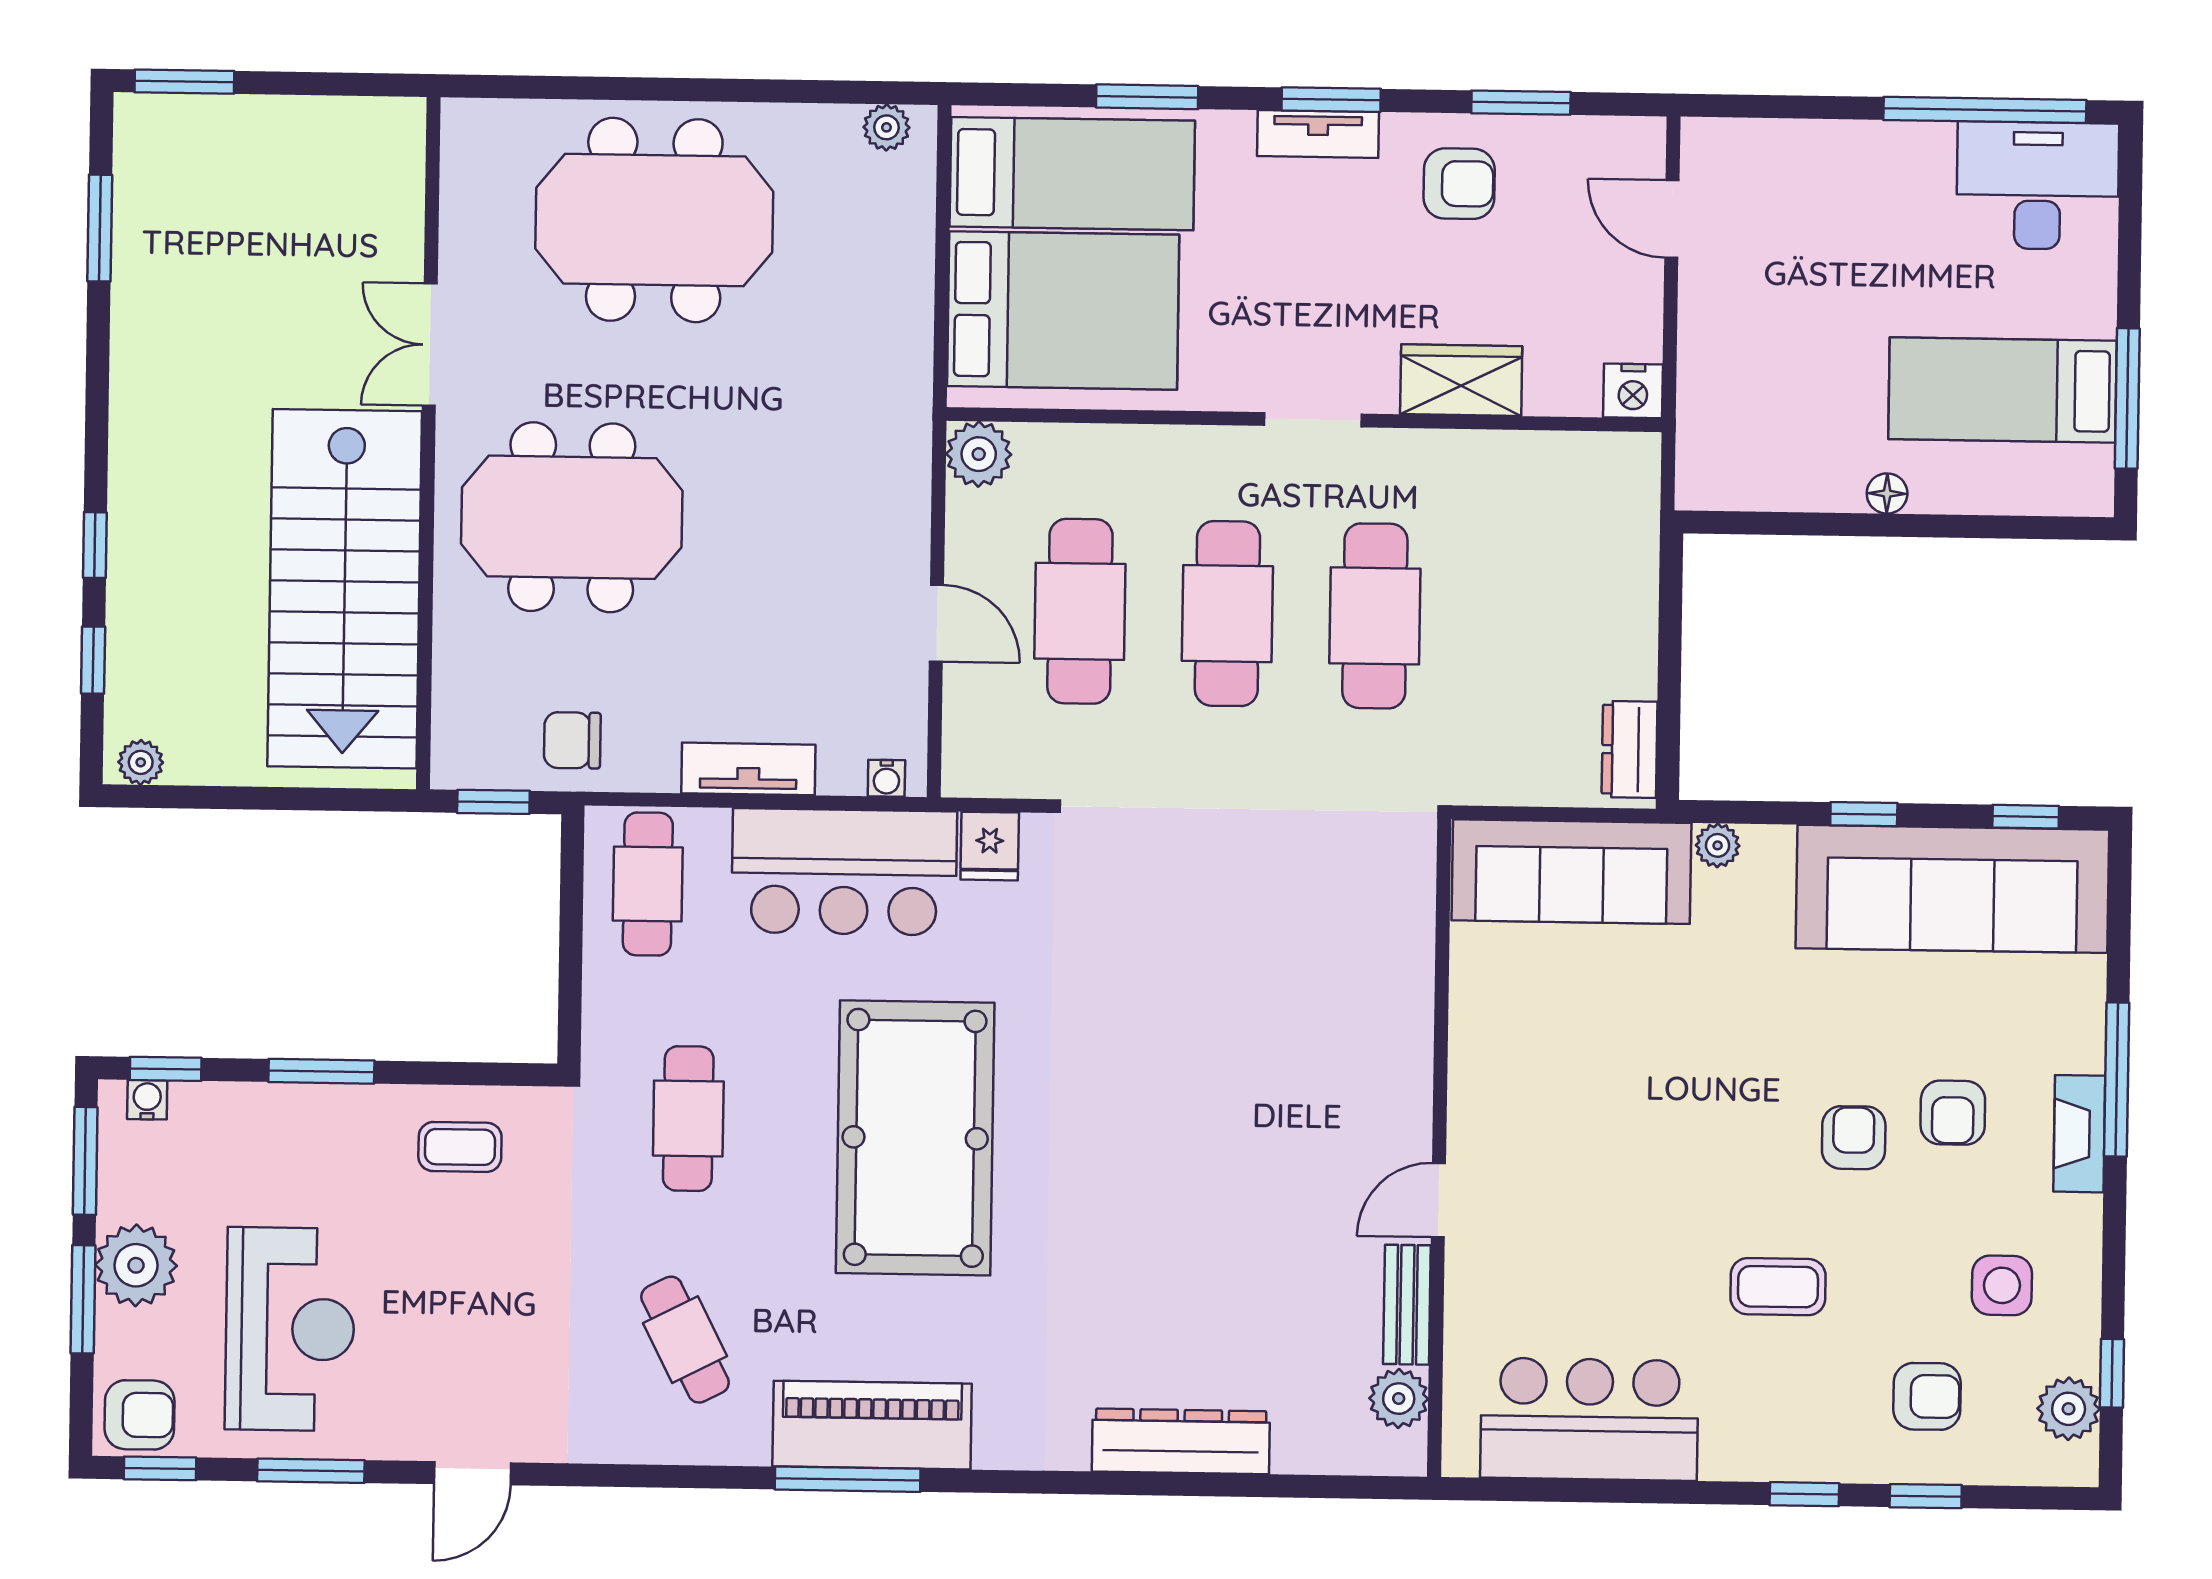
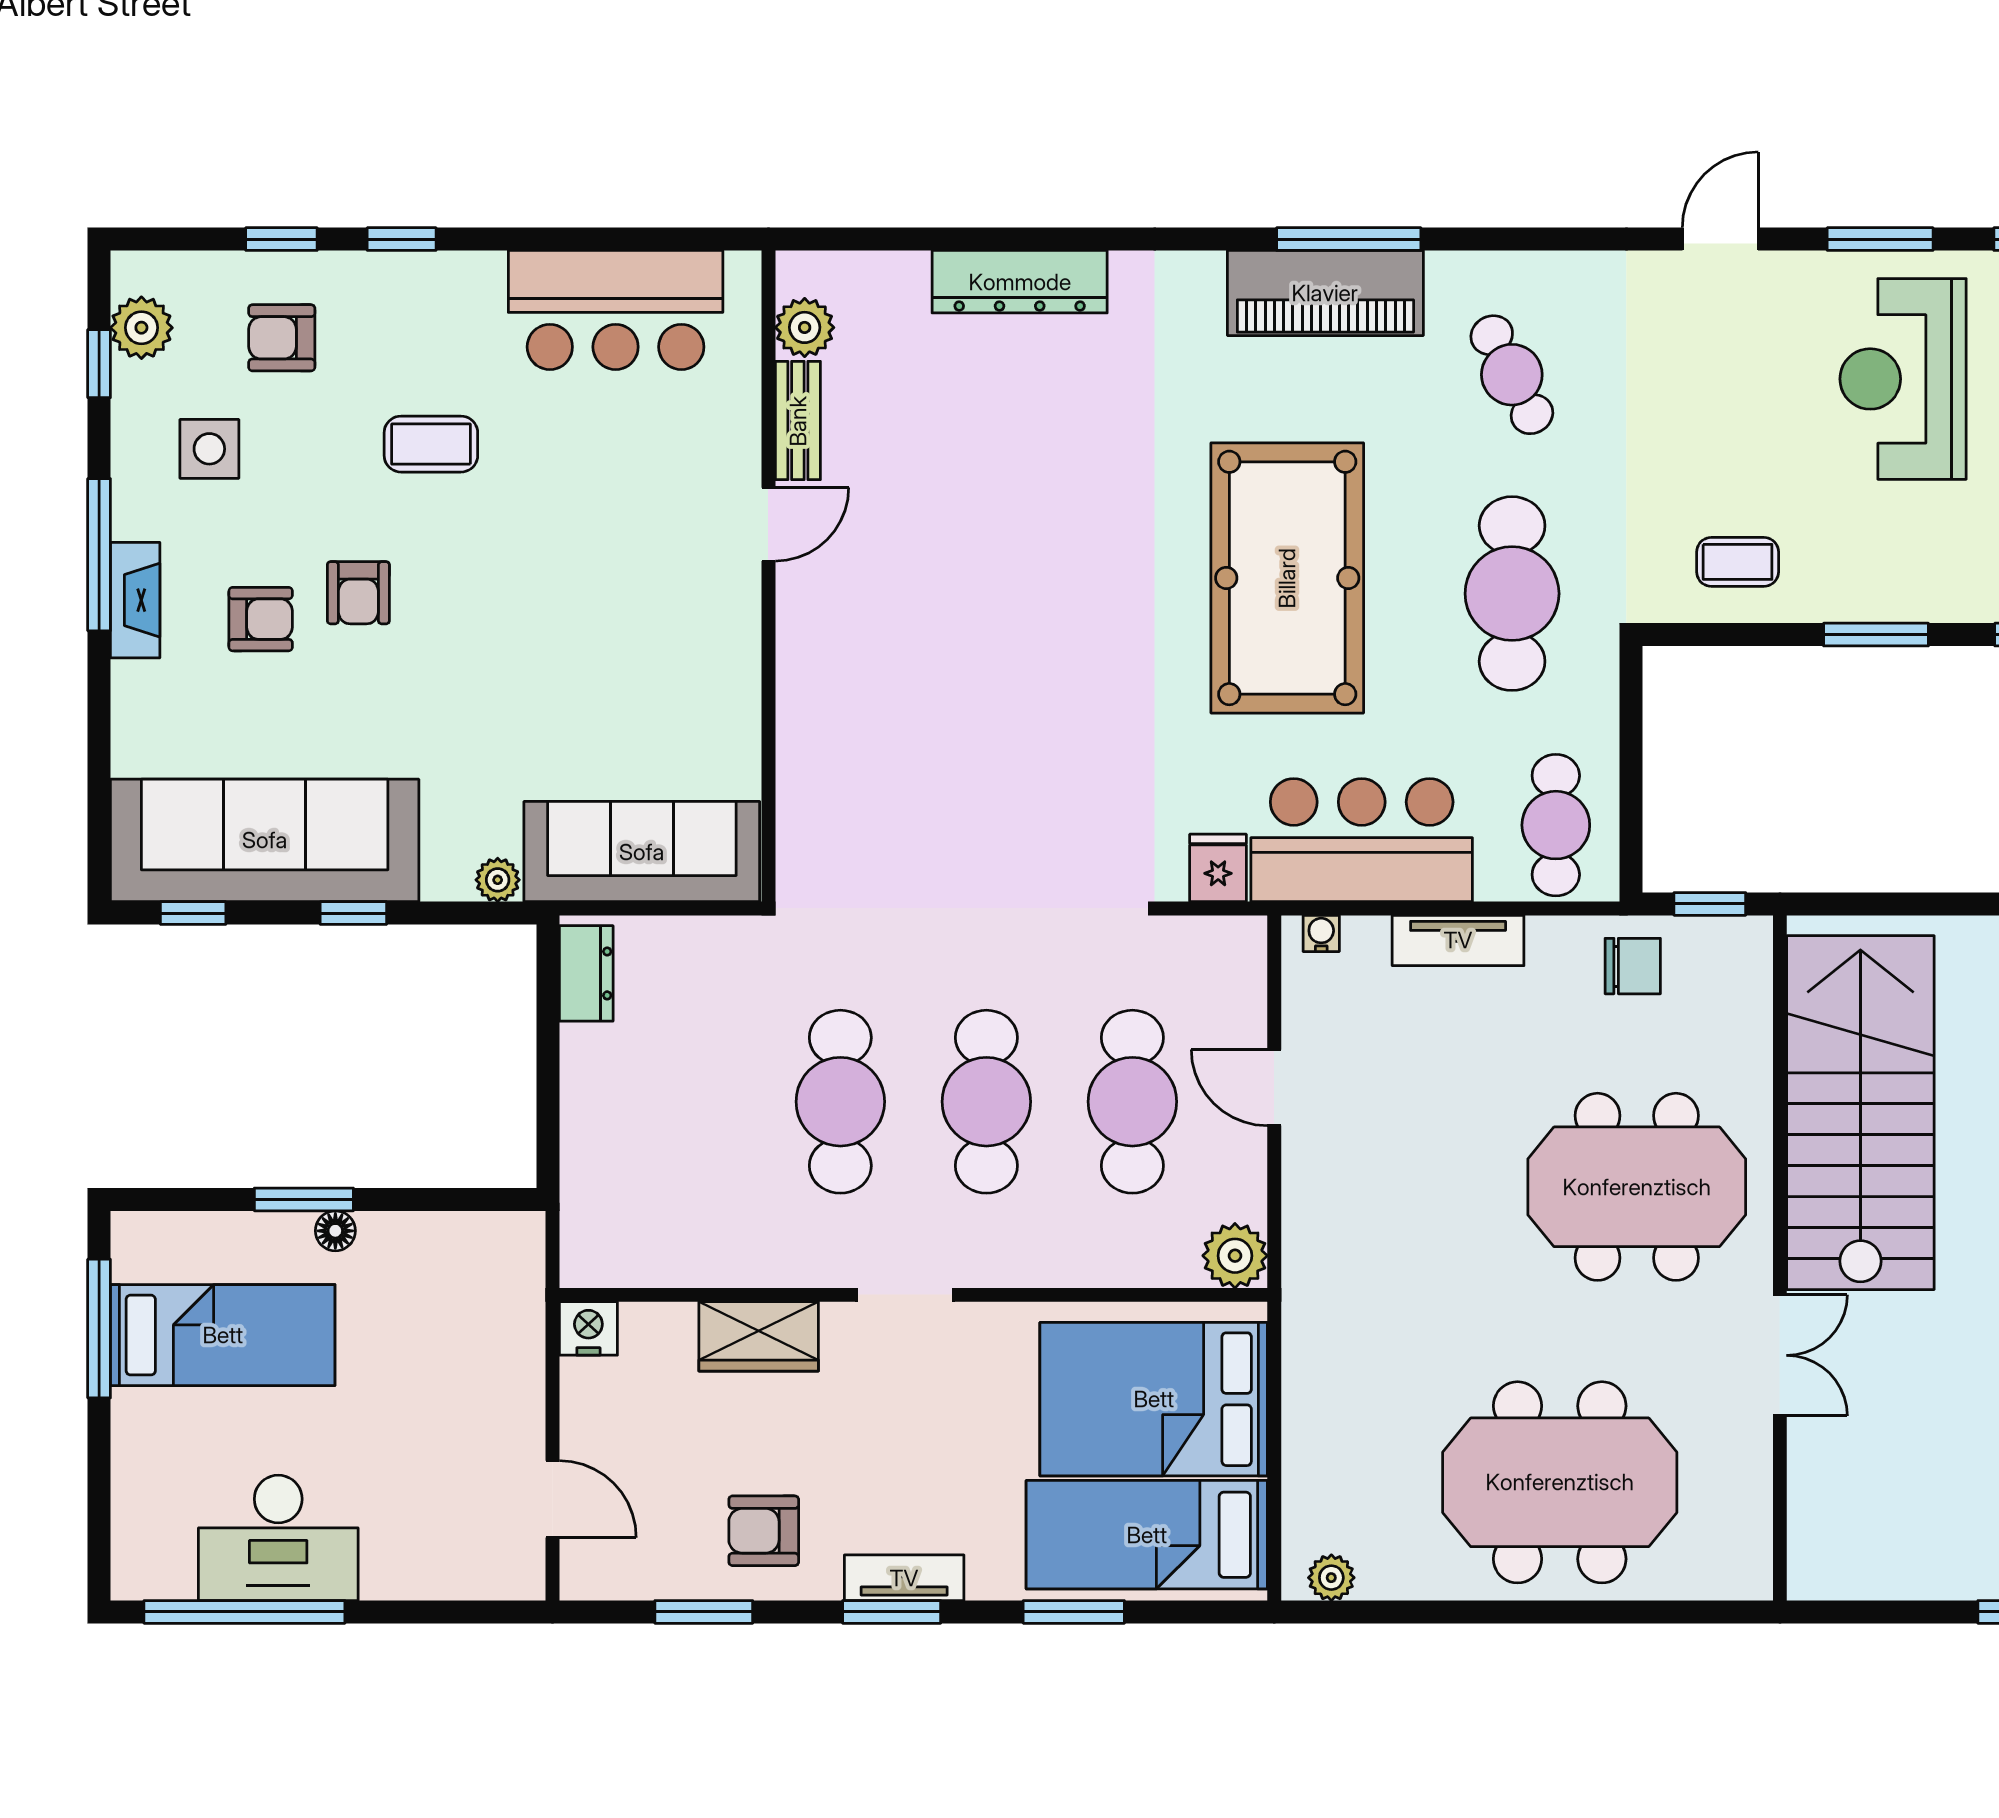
desk: (2038, 186) -> (278, 1538), moved
window: (1918, 526) -> (304, 1199), added
window: (2117, 1080) -> (99, 555), moved
armchair: (1953, 1113) -> (261, 619), turned 90
cafe table: (688, 1119) -> (1512, 594), width x1.37, depth x1.35

